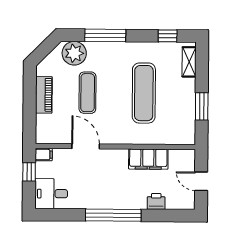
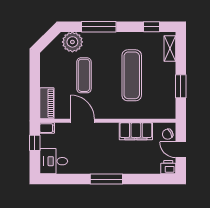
piano: (44, 95) -> (47, 103), moved
chair: (186, 163) -> (168, 134), added
printer: (156, 201) -> (168, 167), moved
window: (113, 215) -> (106, 179), width x0.68

